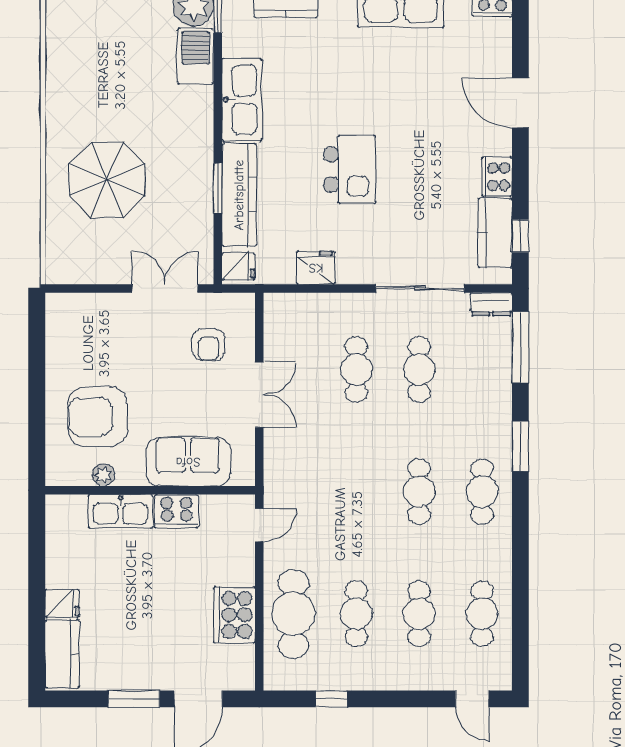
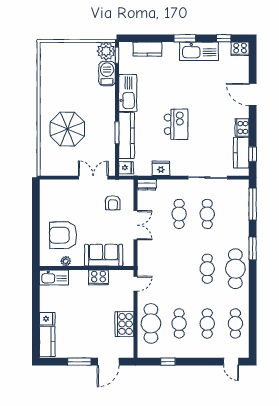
dresser: (491, 304) -> (147, 185), moved
cafe table: (482, 492) -> (235, 269), width x1.37, depth x1.35
kitchen sink: (120, 511) -> (54, 278), moved

